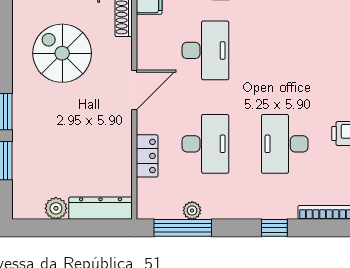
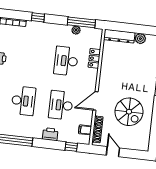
door: (134, 90) -> (96, 101), moved
desk: (285, 144) -> (23, 101), moved

